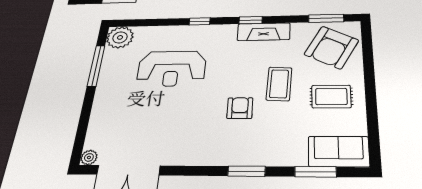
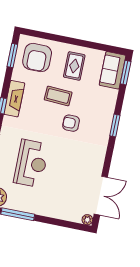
armchair: (331, 47) -> (37, 58), turned 62
window: (316, 172) -> (126, 73), moved

